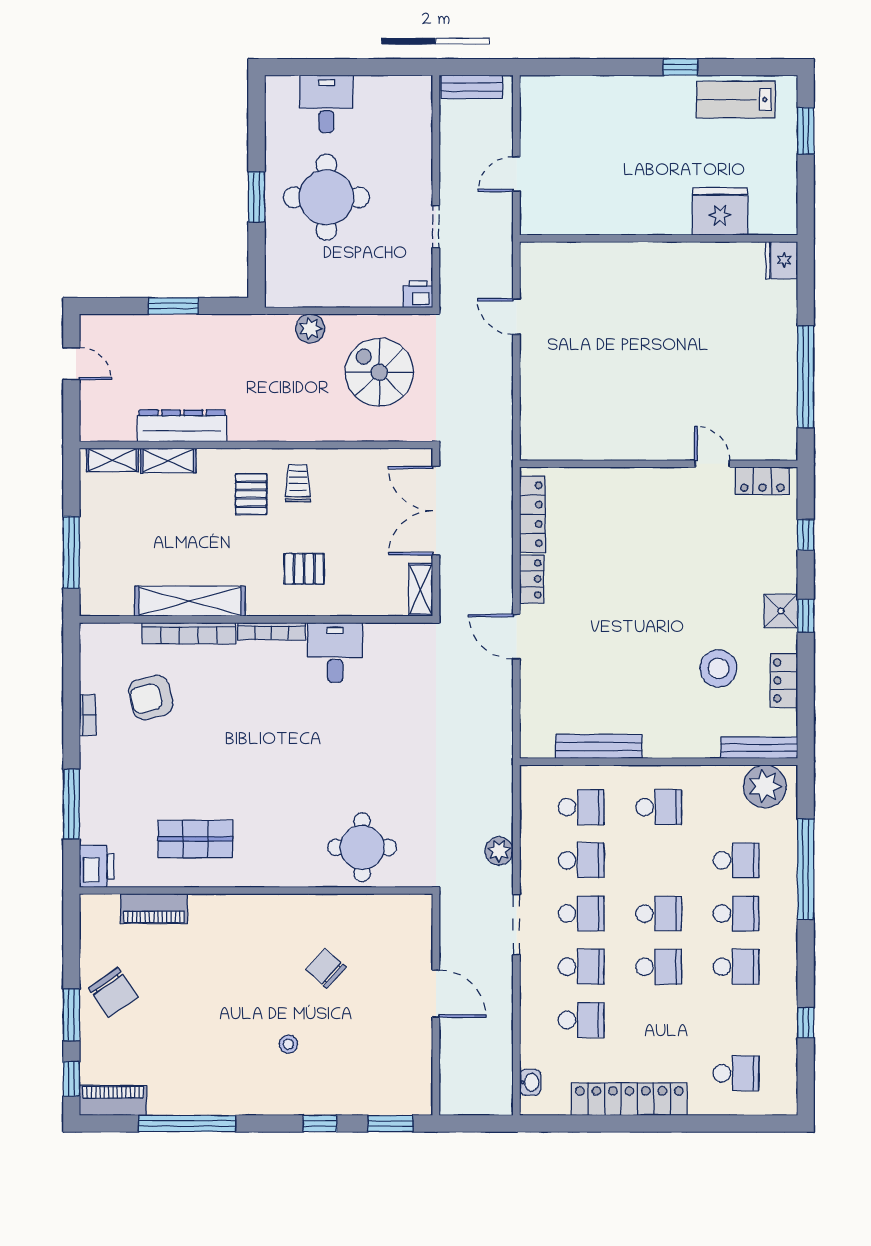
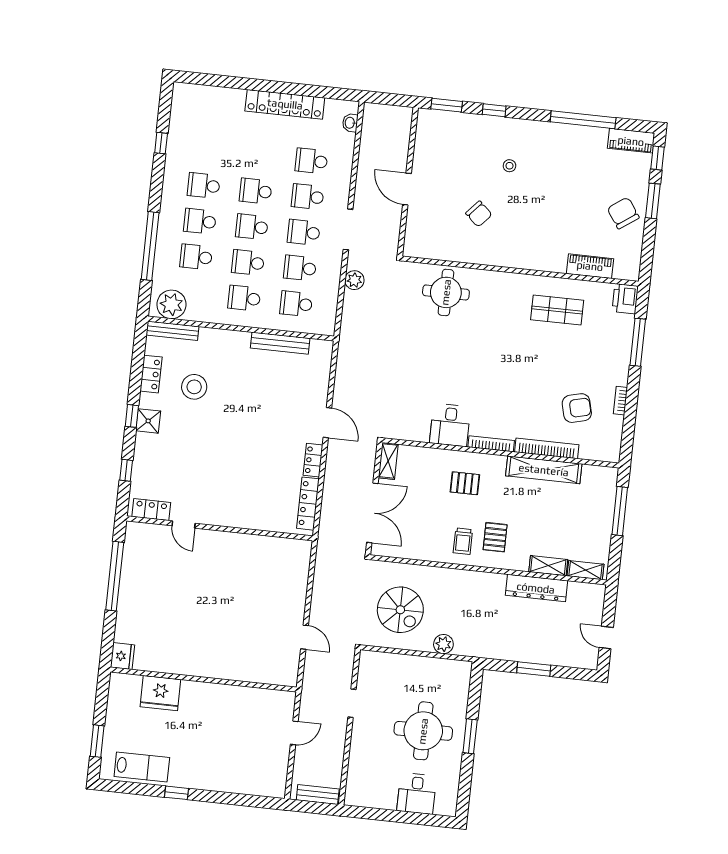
printer: (418, 294) -> (369, 659), removed
school desk: (736, 1073) -> (248, 262), moved

